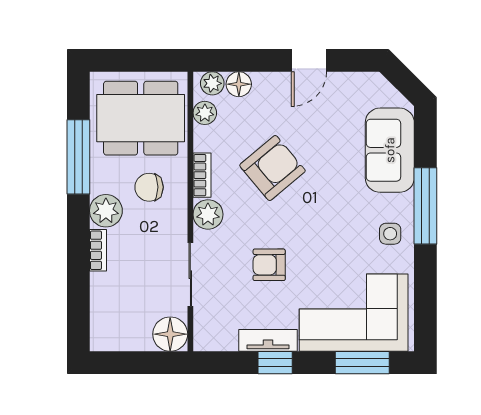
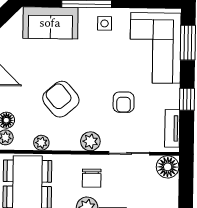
plant: (205, 113) -> (41, 143), moved
bookcase: (202, 175) -> (65, 145), removed
chair: (149, 187) -> (92, 178), moved
tv unit: (268, 340) -> (172, 128), moved

